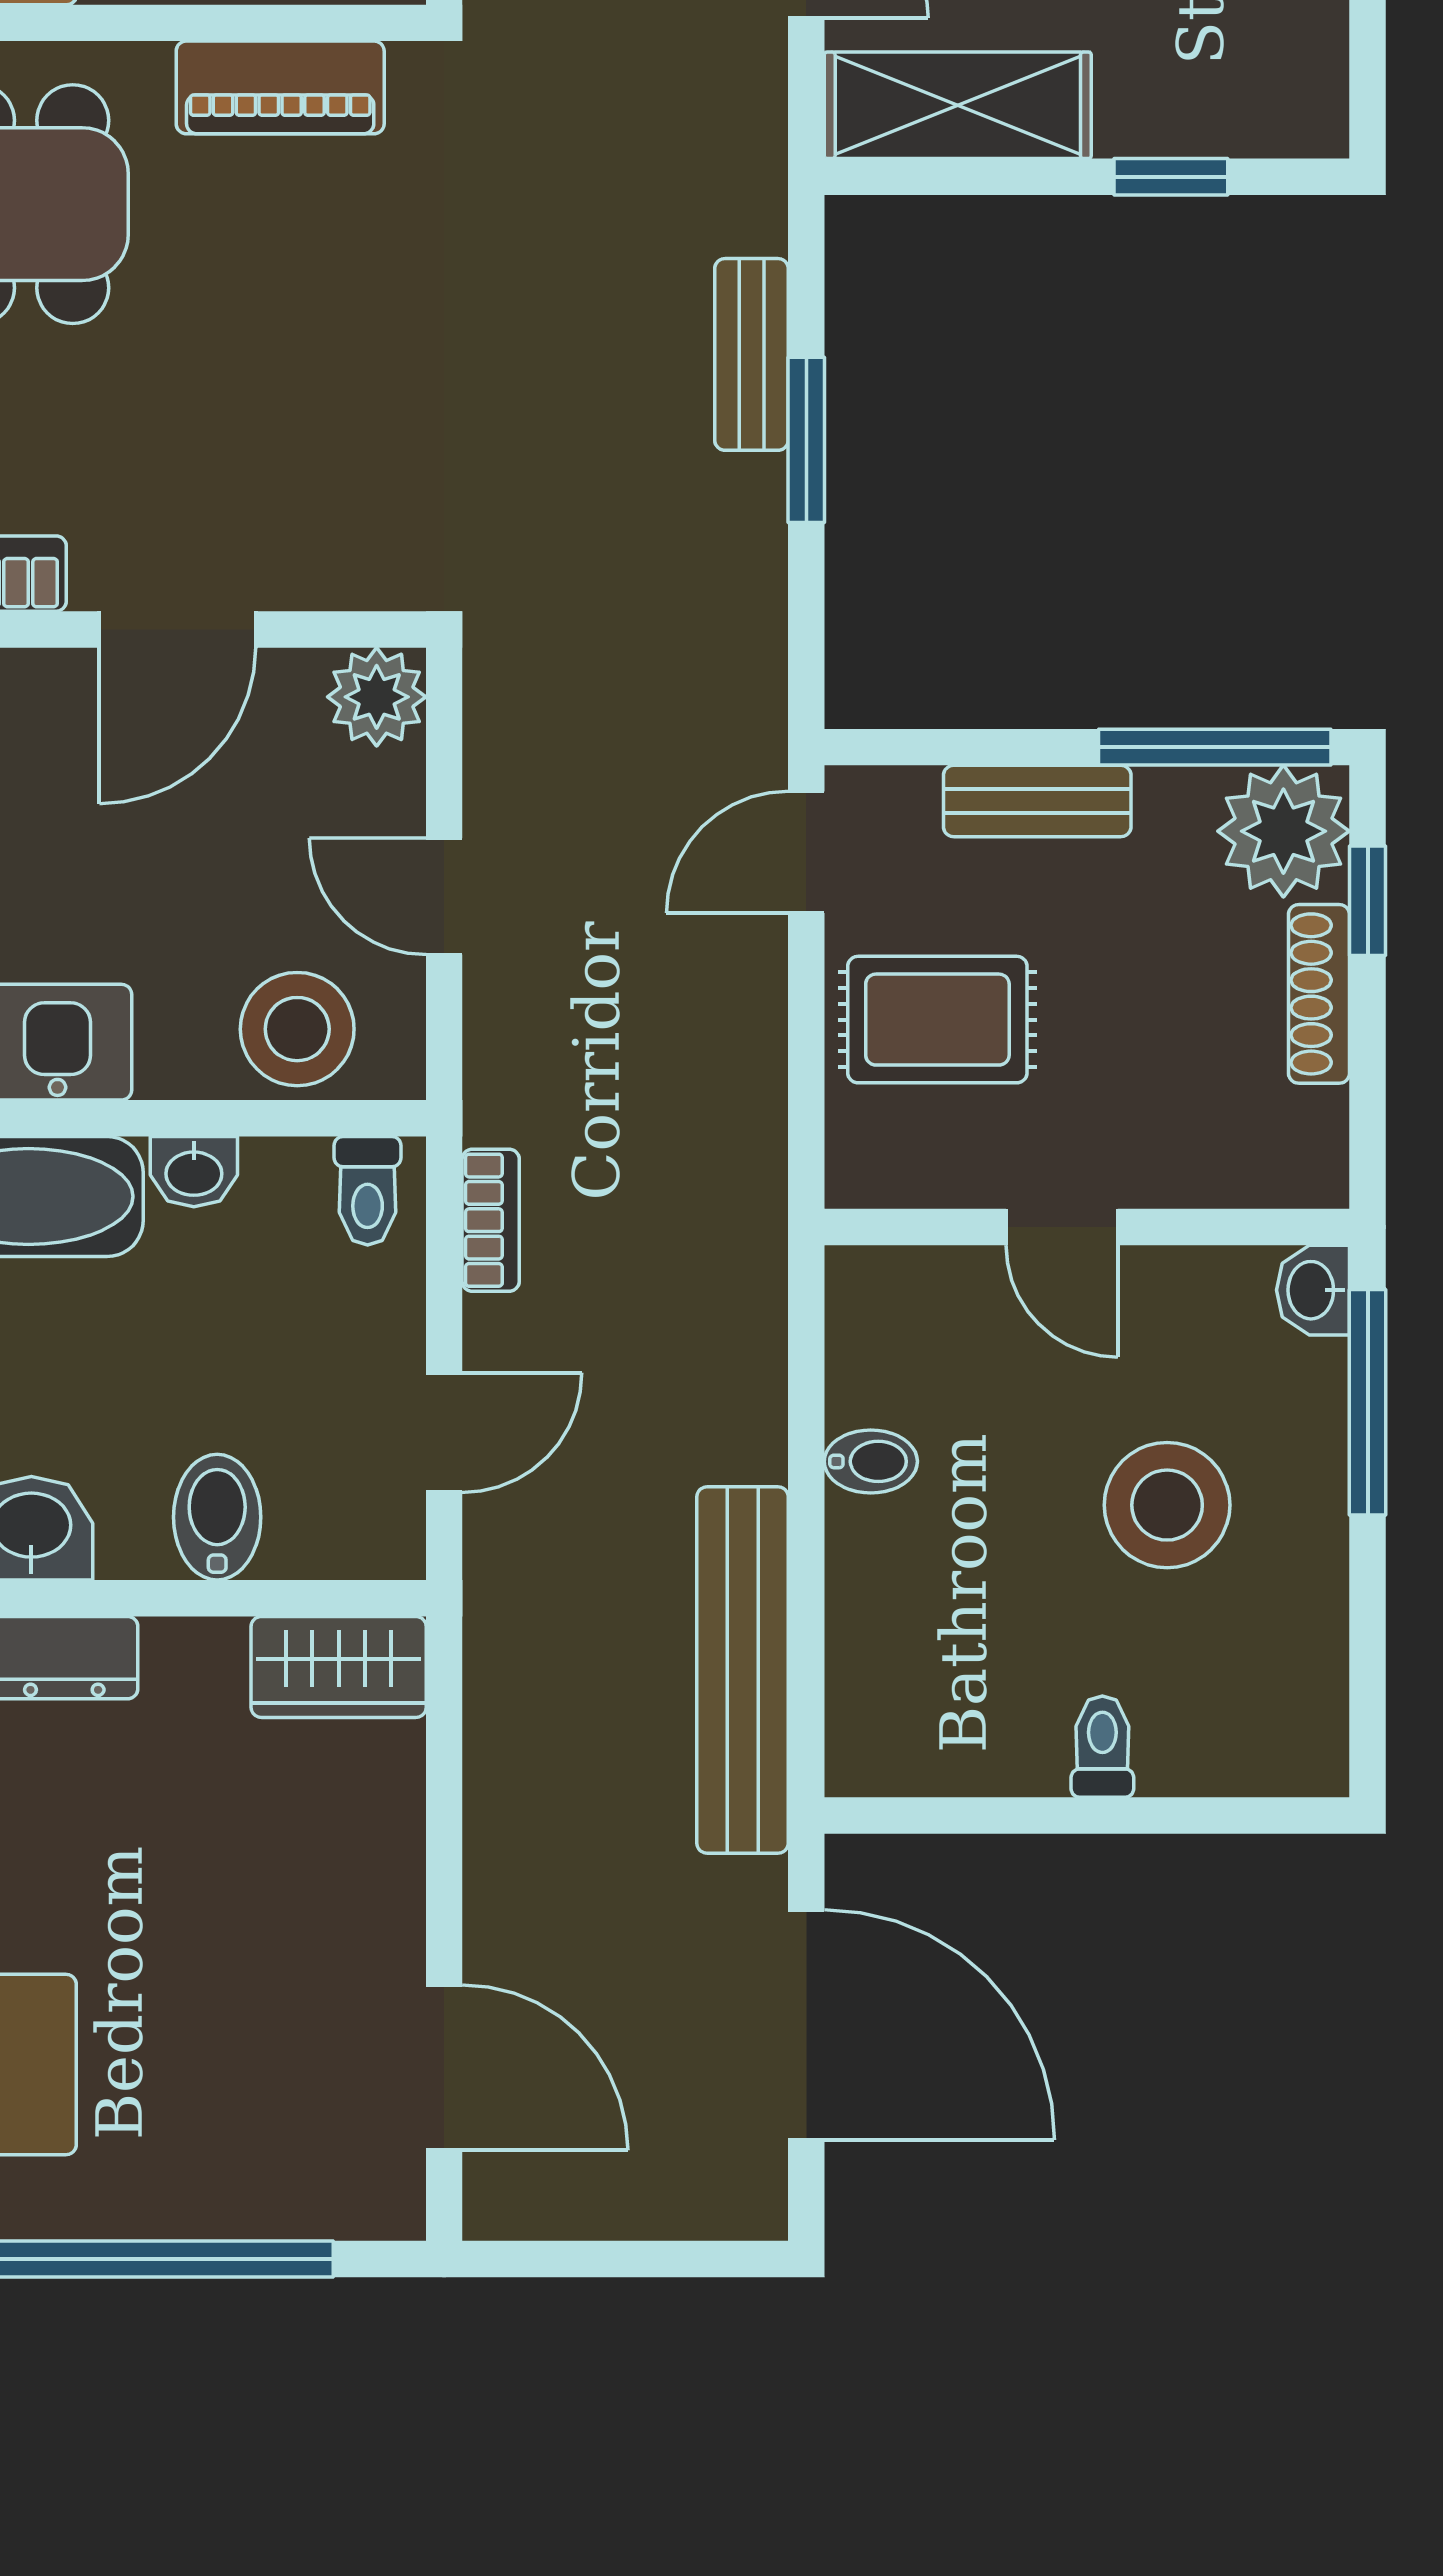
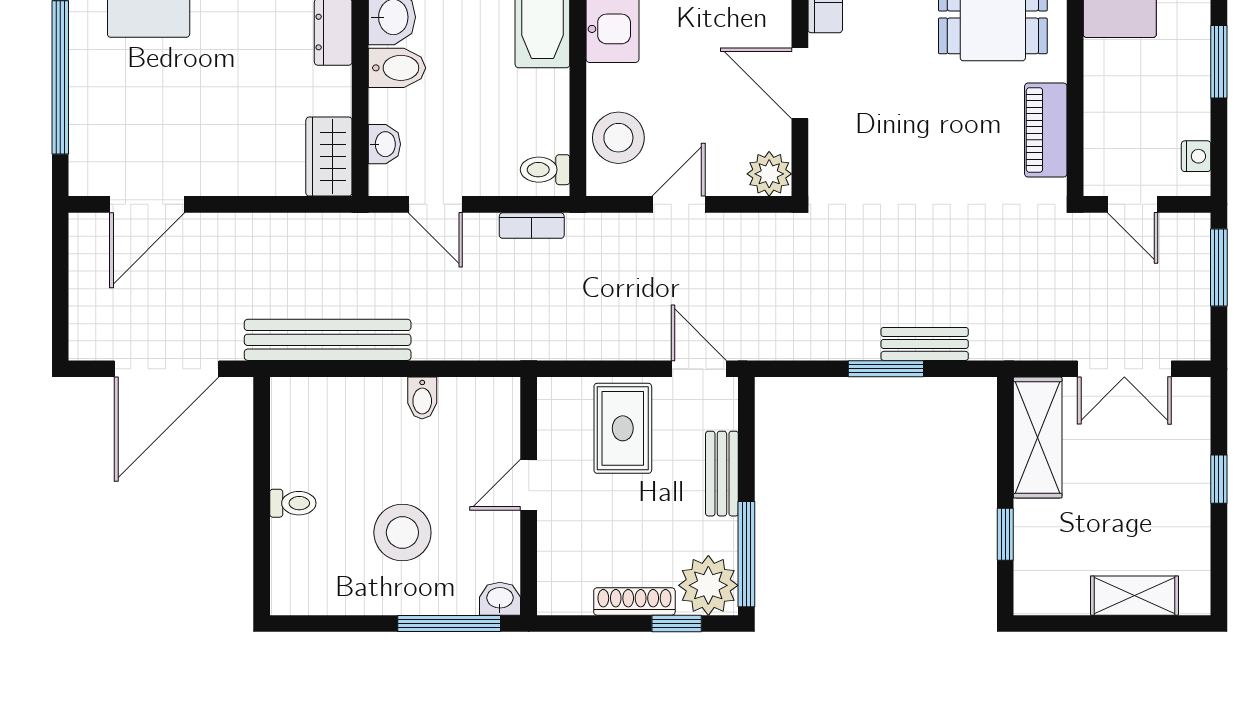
washbasin: (194, 1172) -> (384, 144), moved, turned 180
bidet: (217, 1517) -> (397, 68), moved

